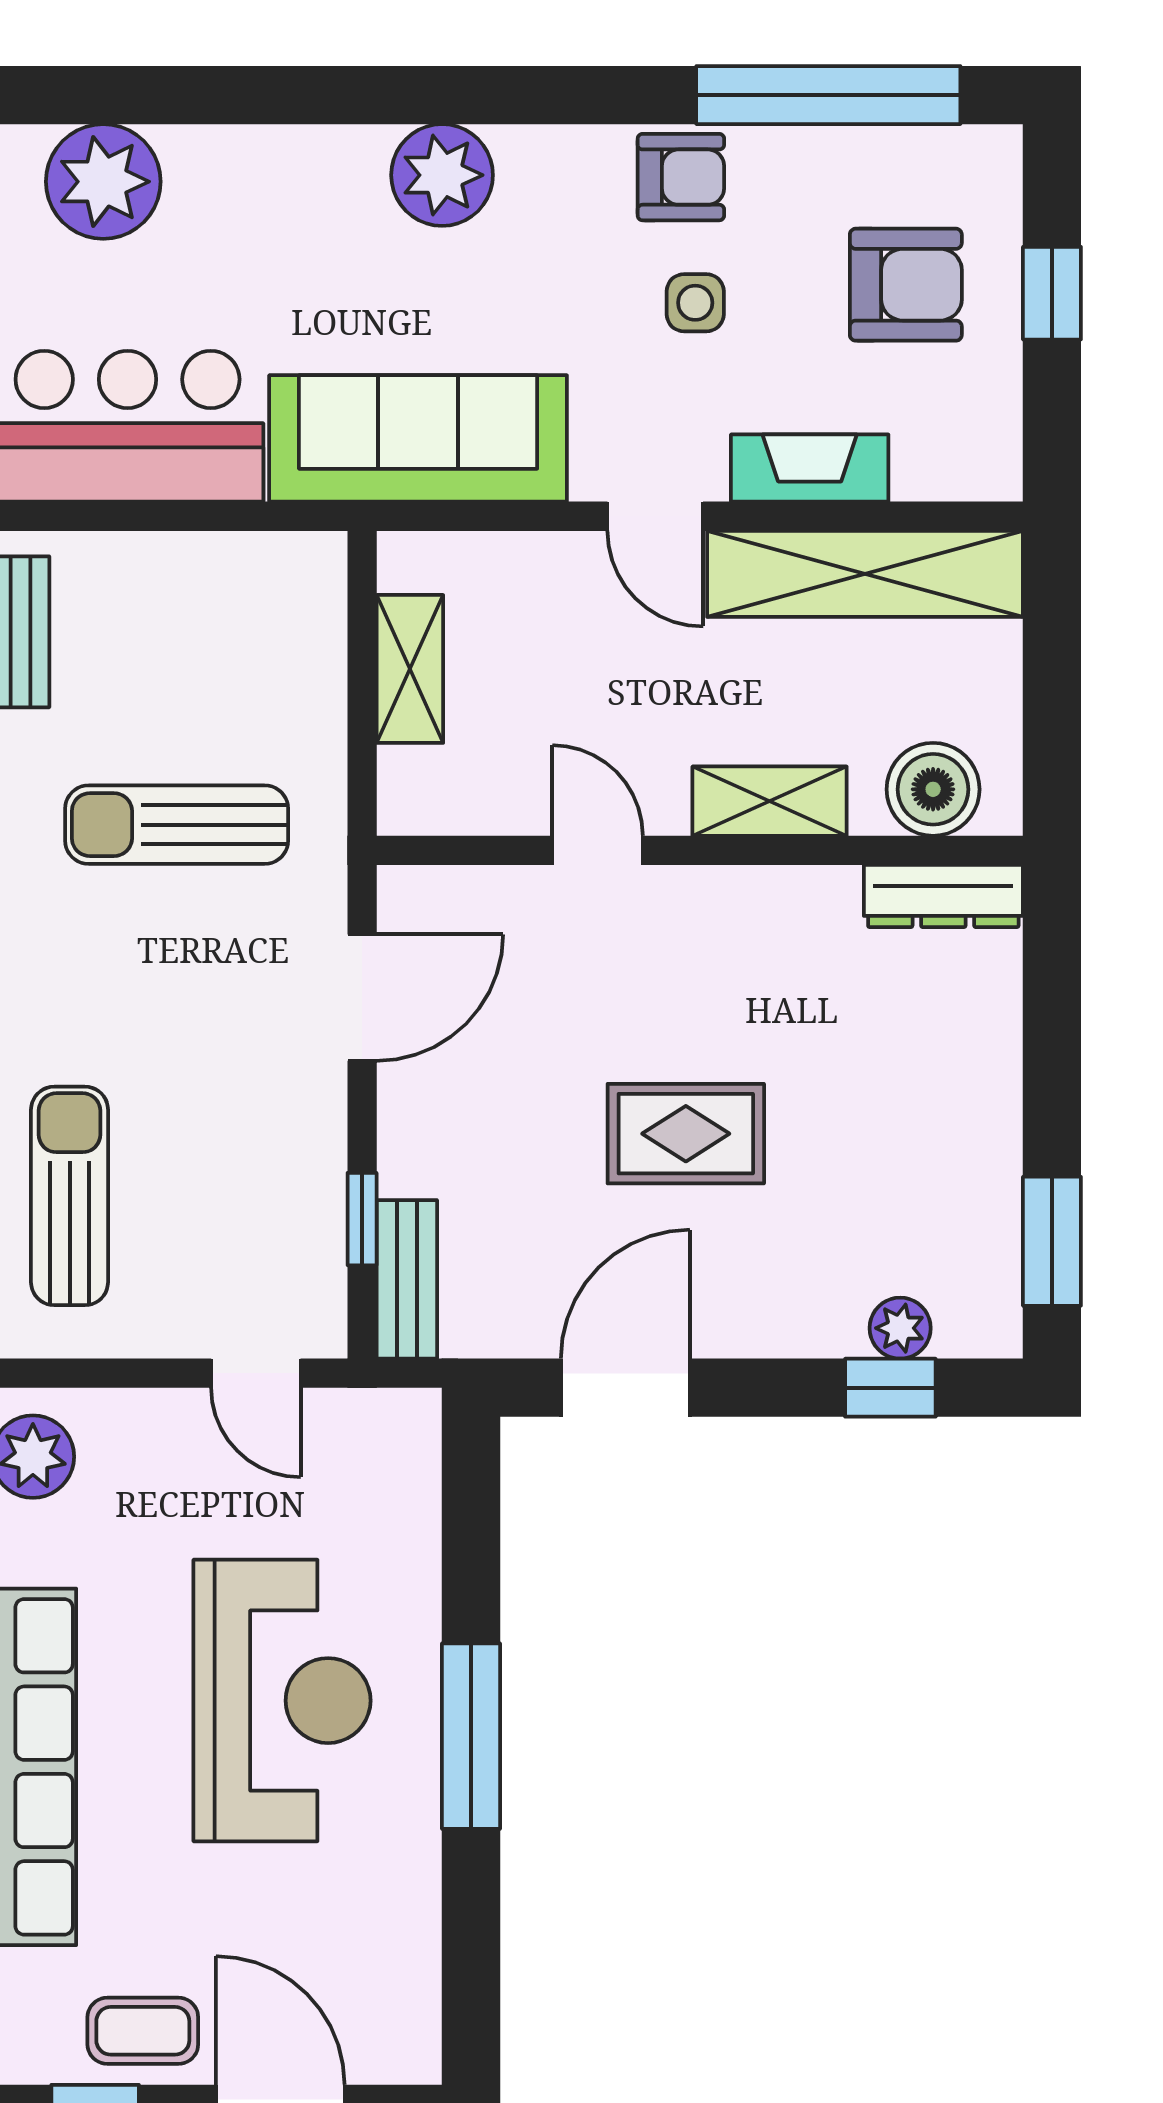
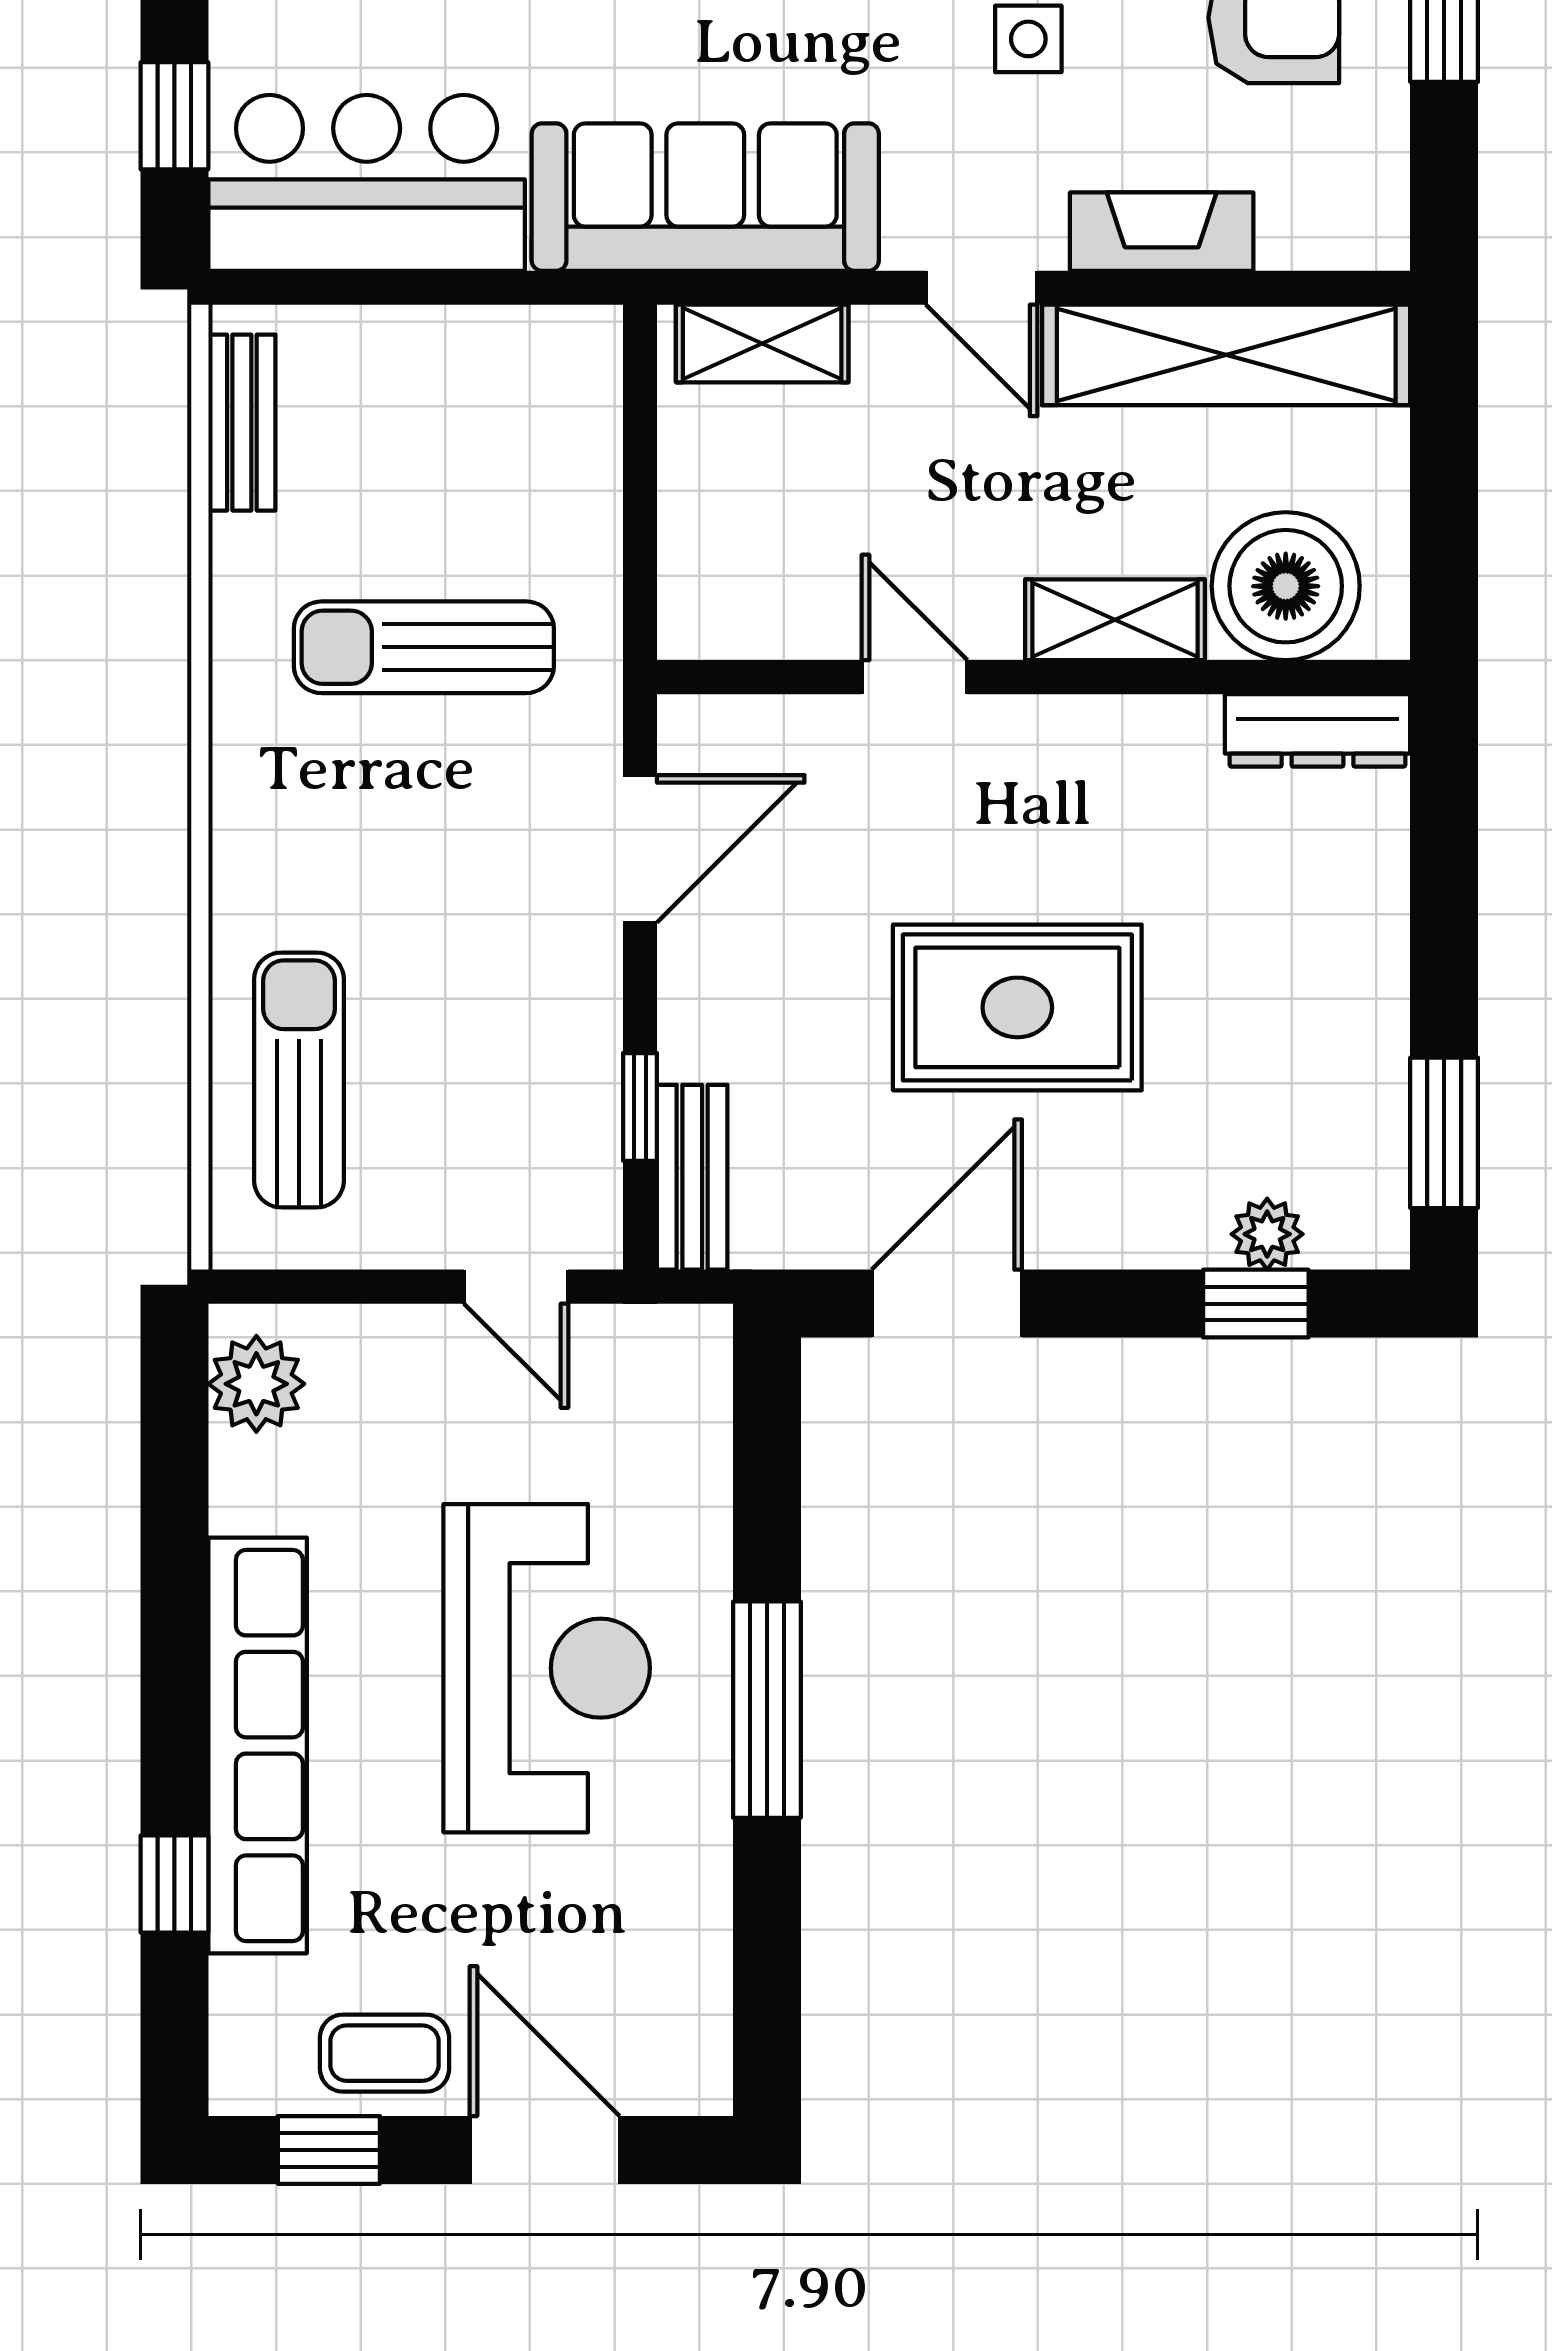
shelving: (410, 669) -> (762, 344), moved, turned 90
boiler: (933, 789) -> (1286, 586), width x1.37, depth x1.37
rug: (686, 1134) -> (1017, 1007), width x1.36, depth x1.43

